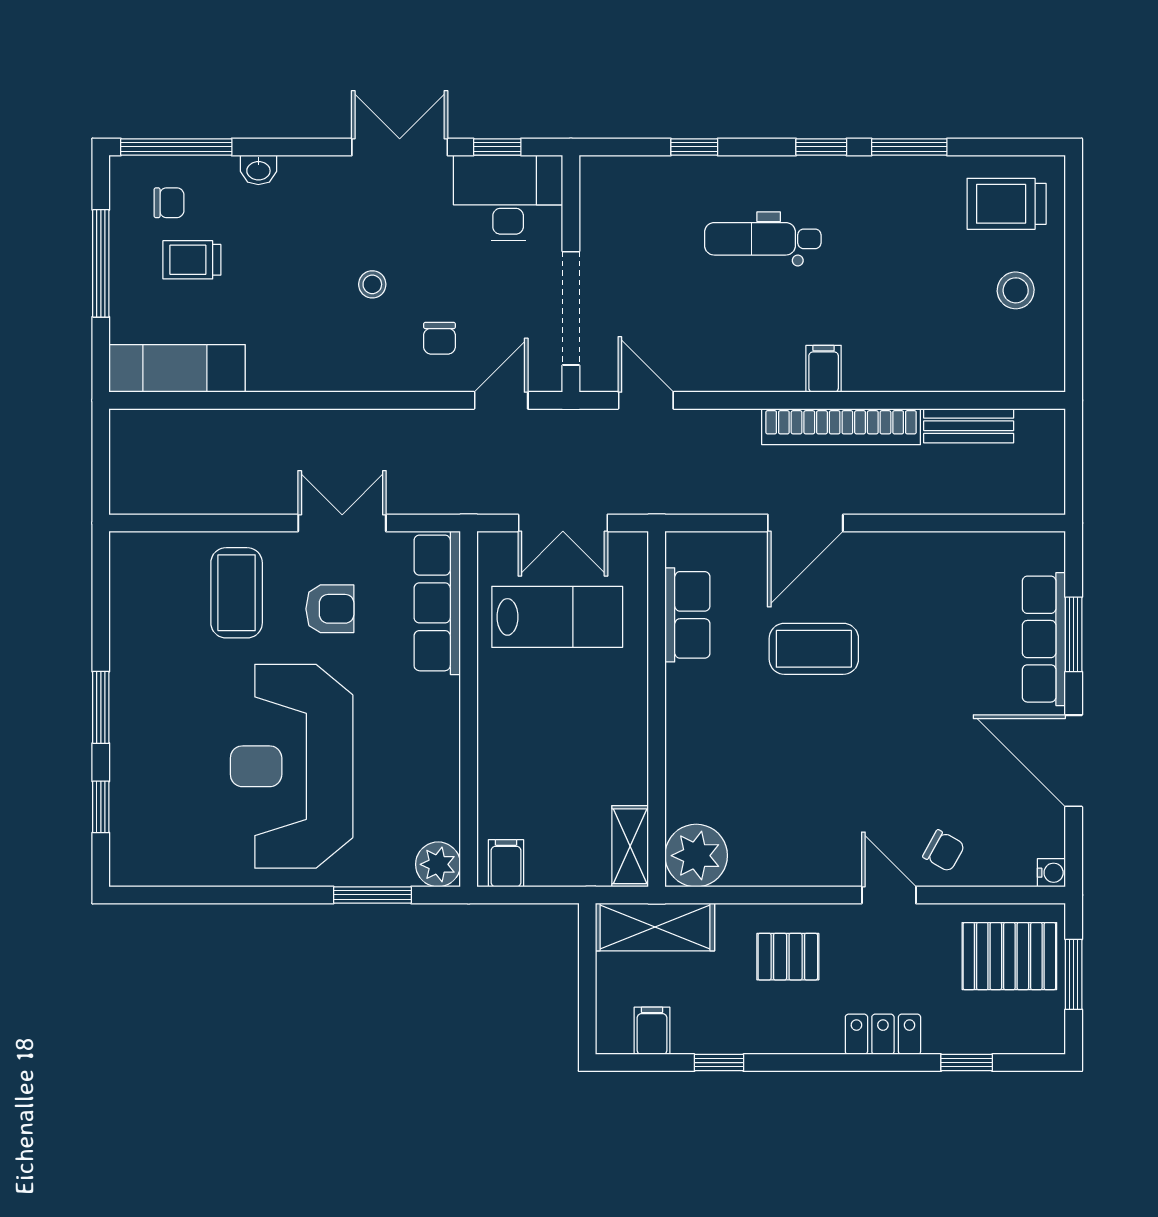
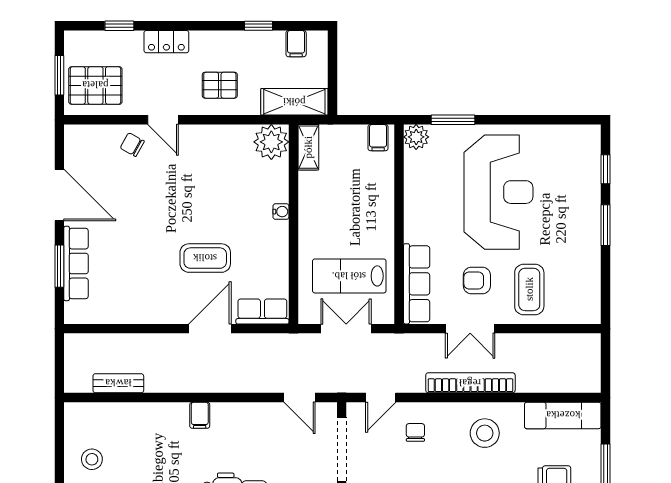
stool: (372, 284) -> (485, 433), moved, width x1.89, depth x1.89
bookcase: (841, 427) -> (470, 383), moved
row of seats: (687, 615) -> (262, 311), moved, turned 90
water cooler: (1051, 873) -> (281, 212), moved, turned 180

